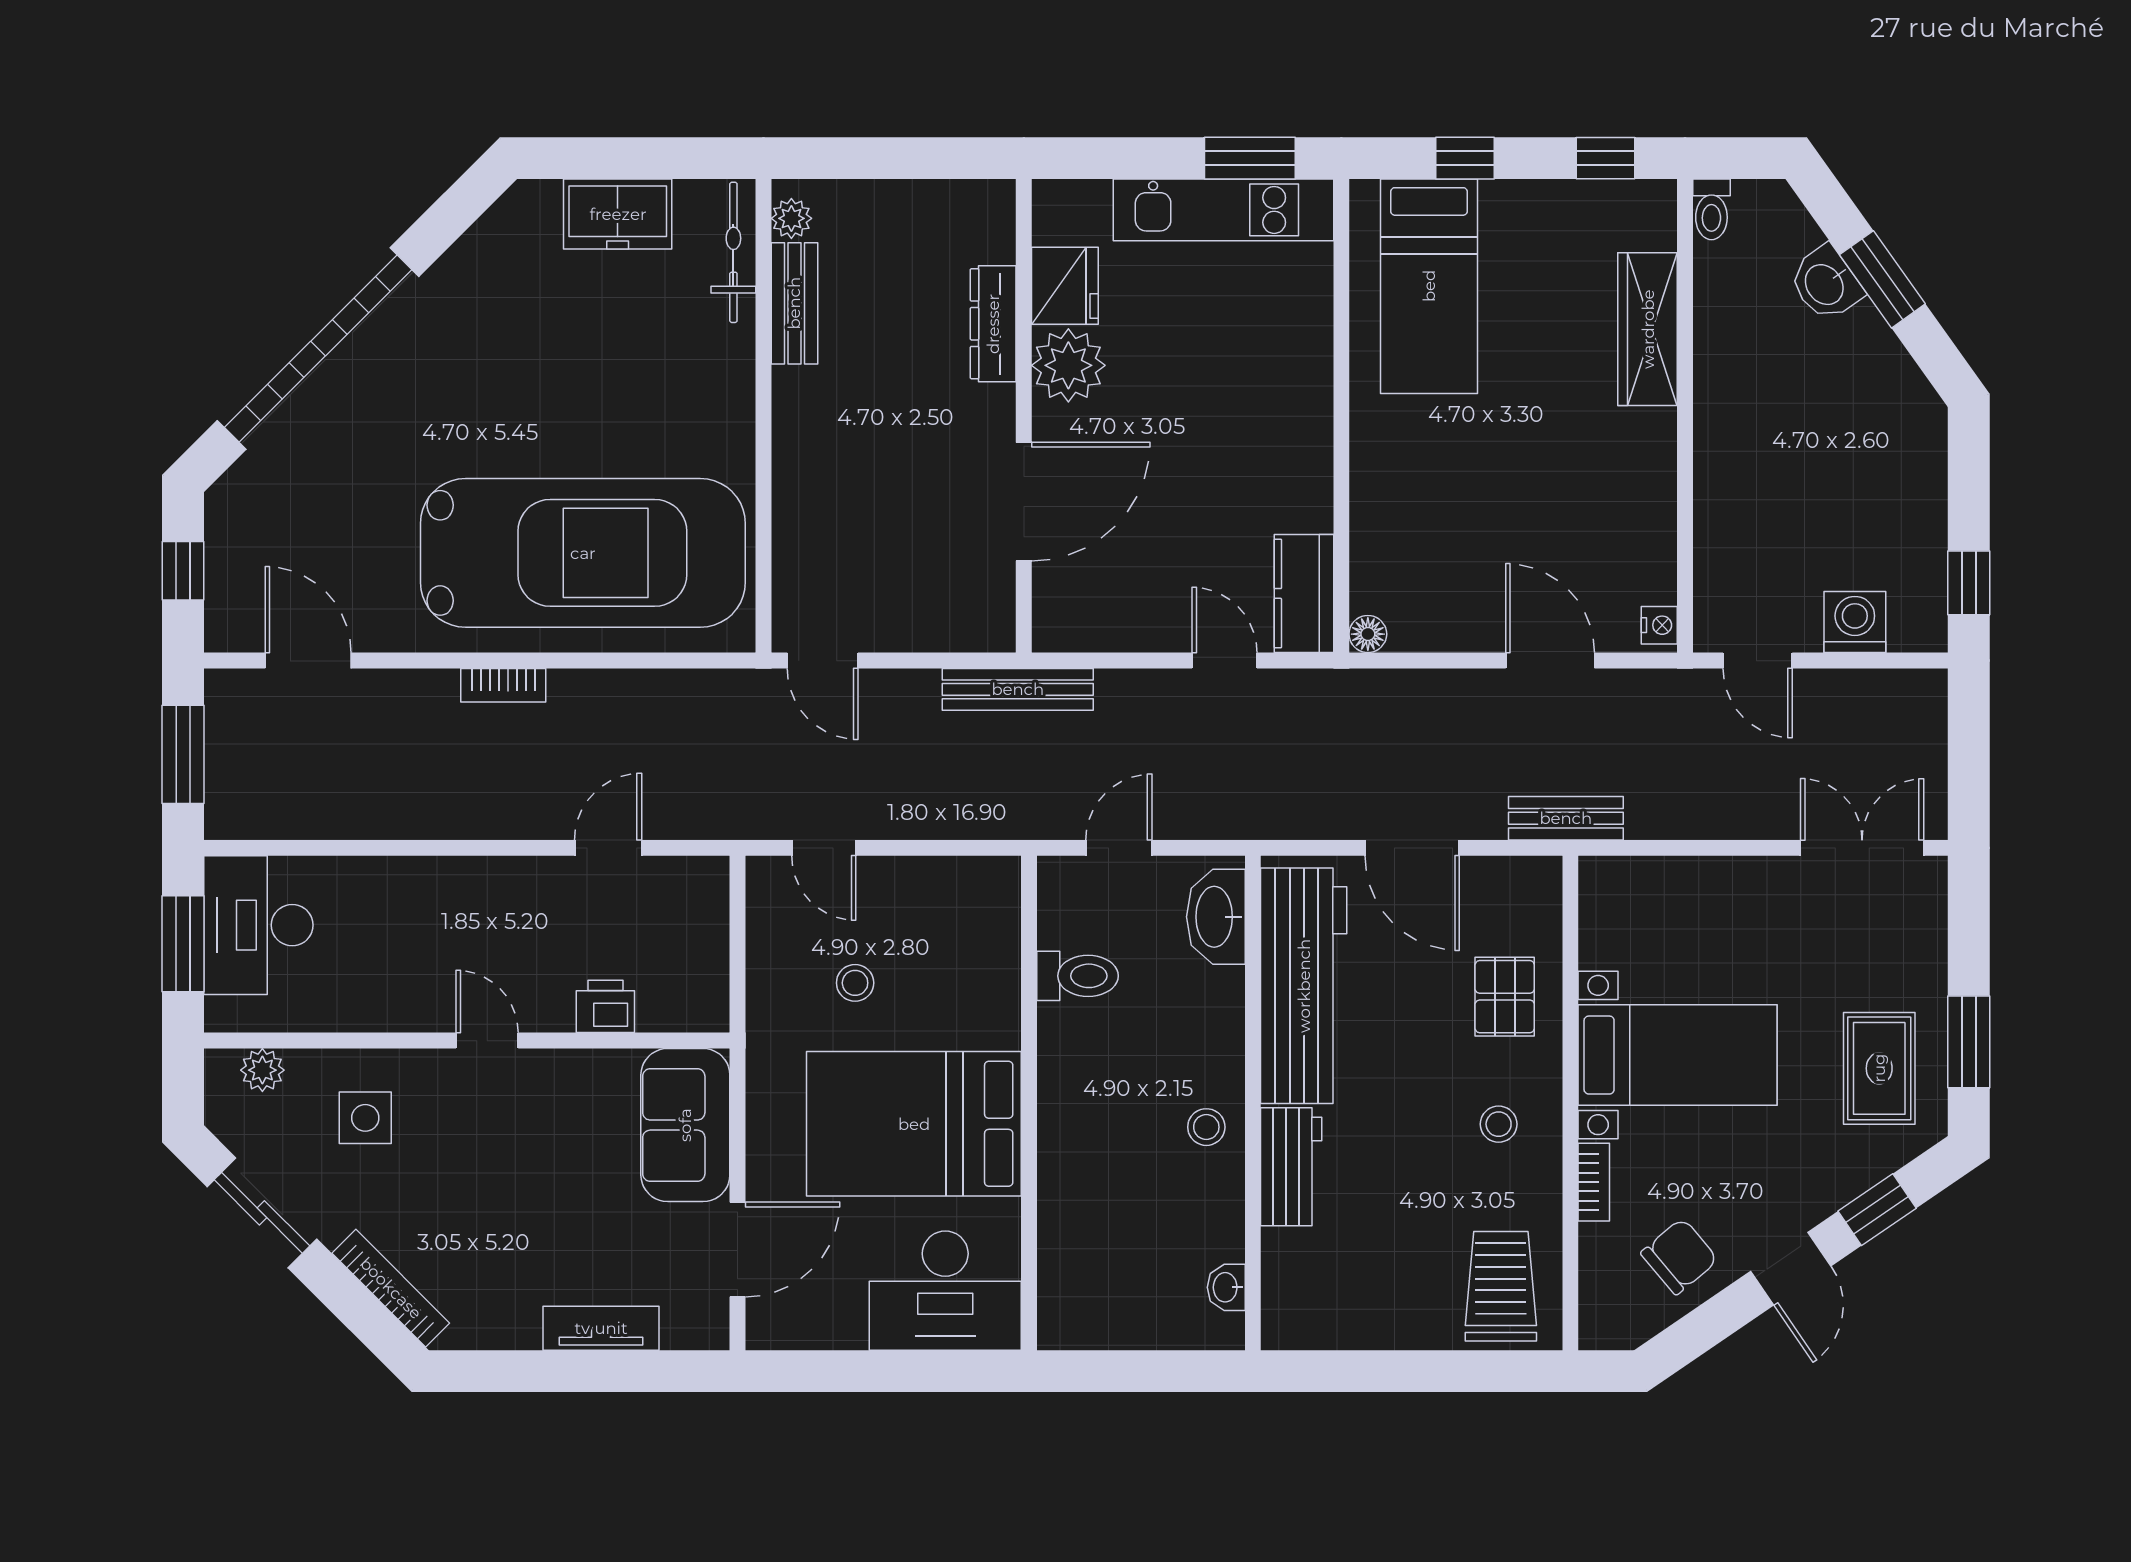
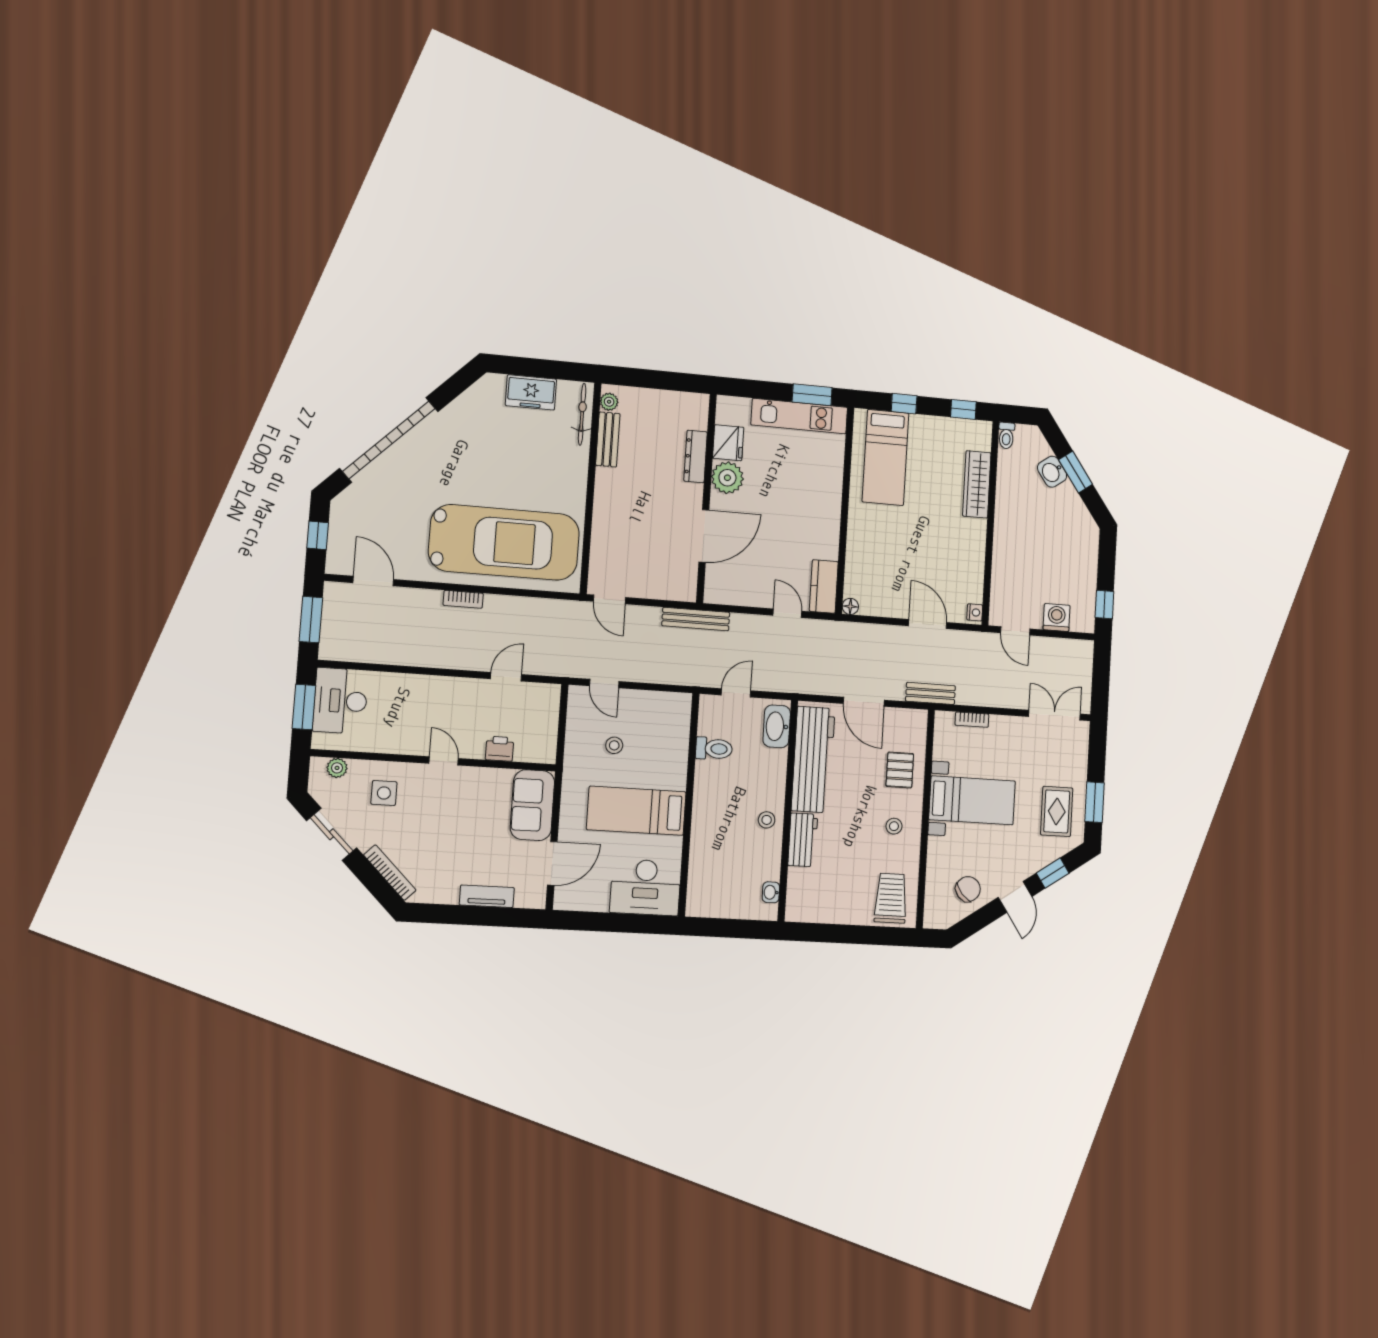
bed: (914, 1124) -> (636, 811), width x0.67
bookcase: (1594, 1182) -> (972, 720), moved, turned 90

